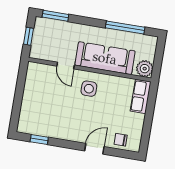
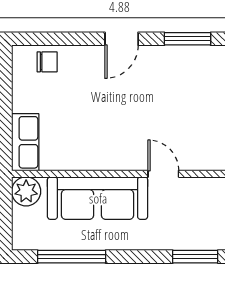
side table: (89, 89) -> (116, 141), removed
window: (39, 139) -> (188, 39), width x1.50
door: (94, 149) -> (122, 39), moved

